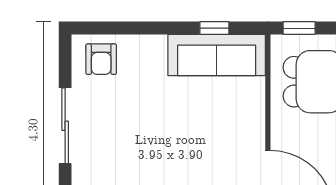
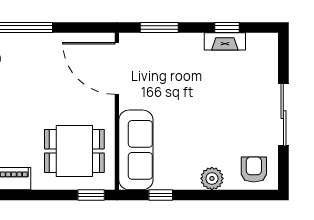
plant: (152, 48) -> (212, 178), added
sofa: (217, 55) -> (136, 150), moved, turned 90

